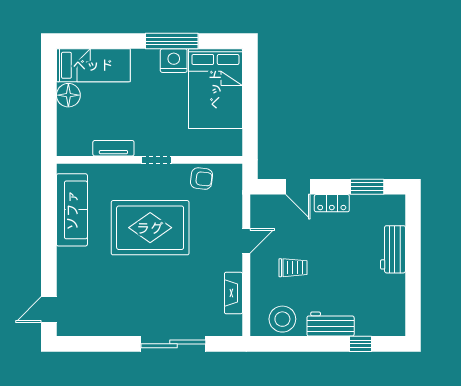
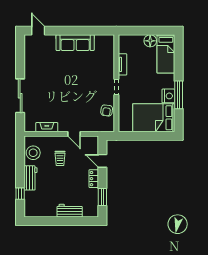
door: (298, 187) -> (102, 161), hinge flipped
sofa: (72, 210) -> (75, 43), moved
rug: (150, 228) -> (81, 84), removed

